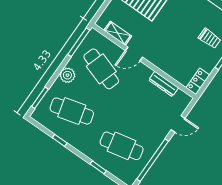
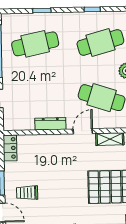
dresser: (164, 84) -> (50, 124), moved

